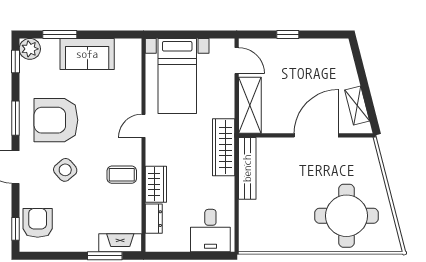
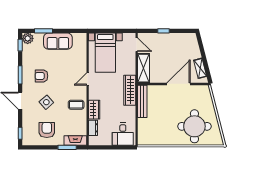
armchair: (56, 120) -> (41, 76), width x0.53, depth x0.53
armchair: (38, 223) -> (47, 130), moved

